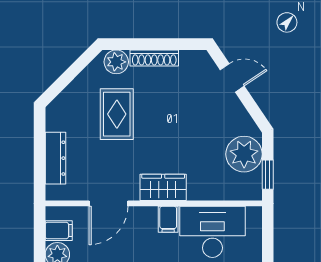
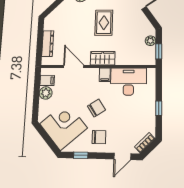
rug: (117, 114) -> (104, 23), moved
plant: (244, 154) -> (150, 41), width x0.53, depth x0.53
door: (108, 203) -> (74, 66), swing flipped

